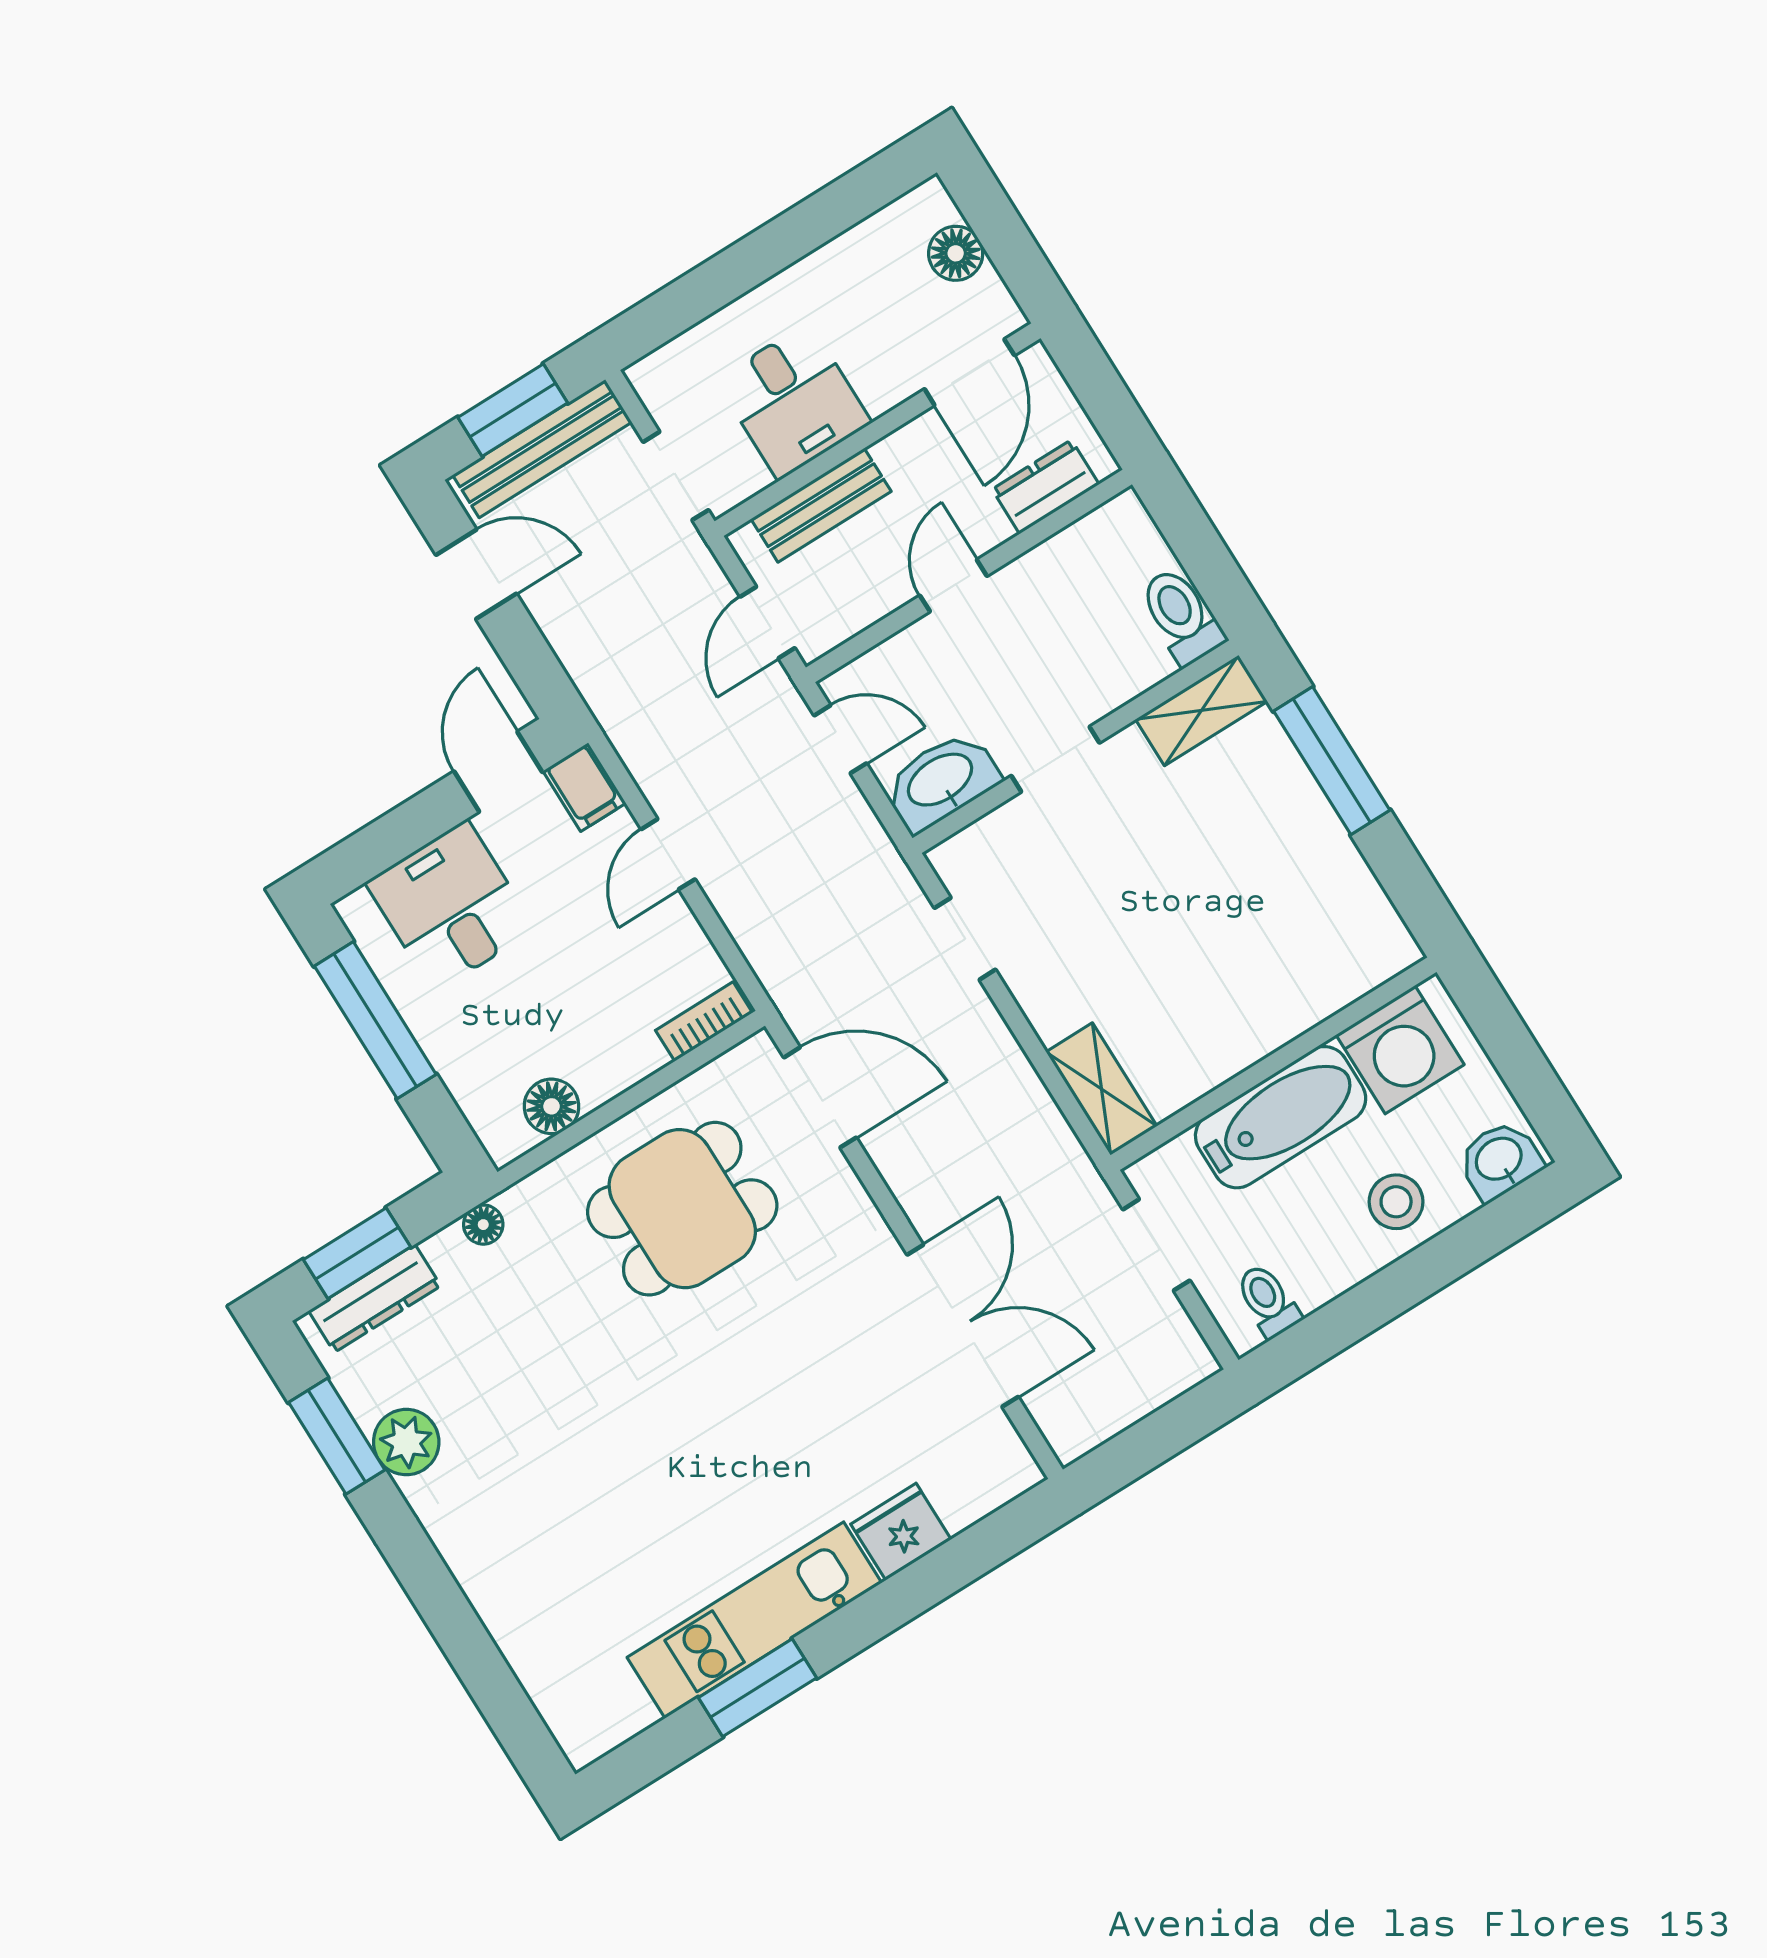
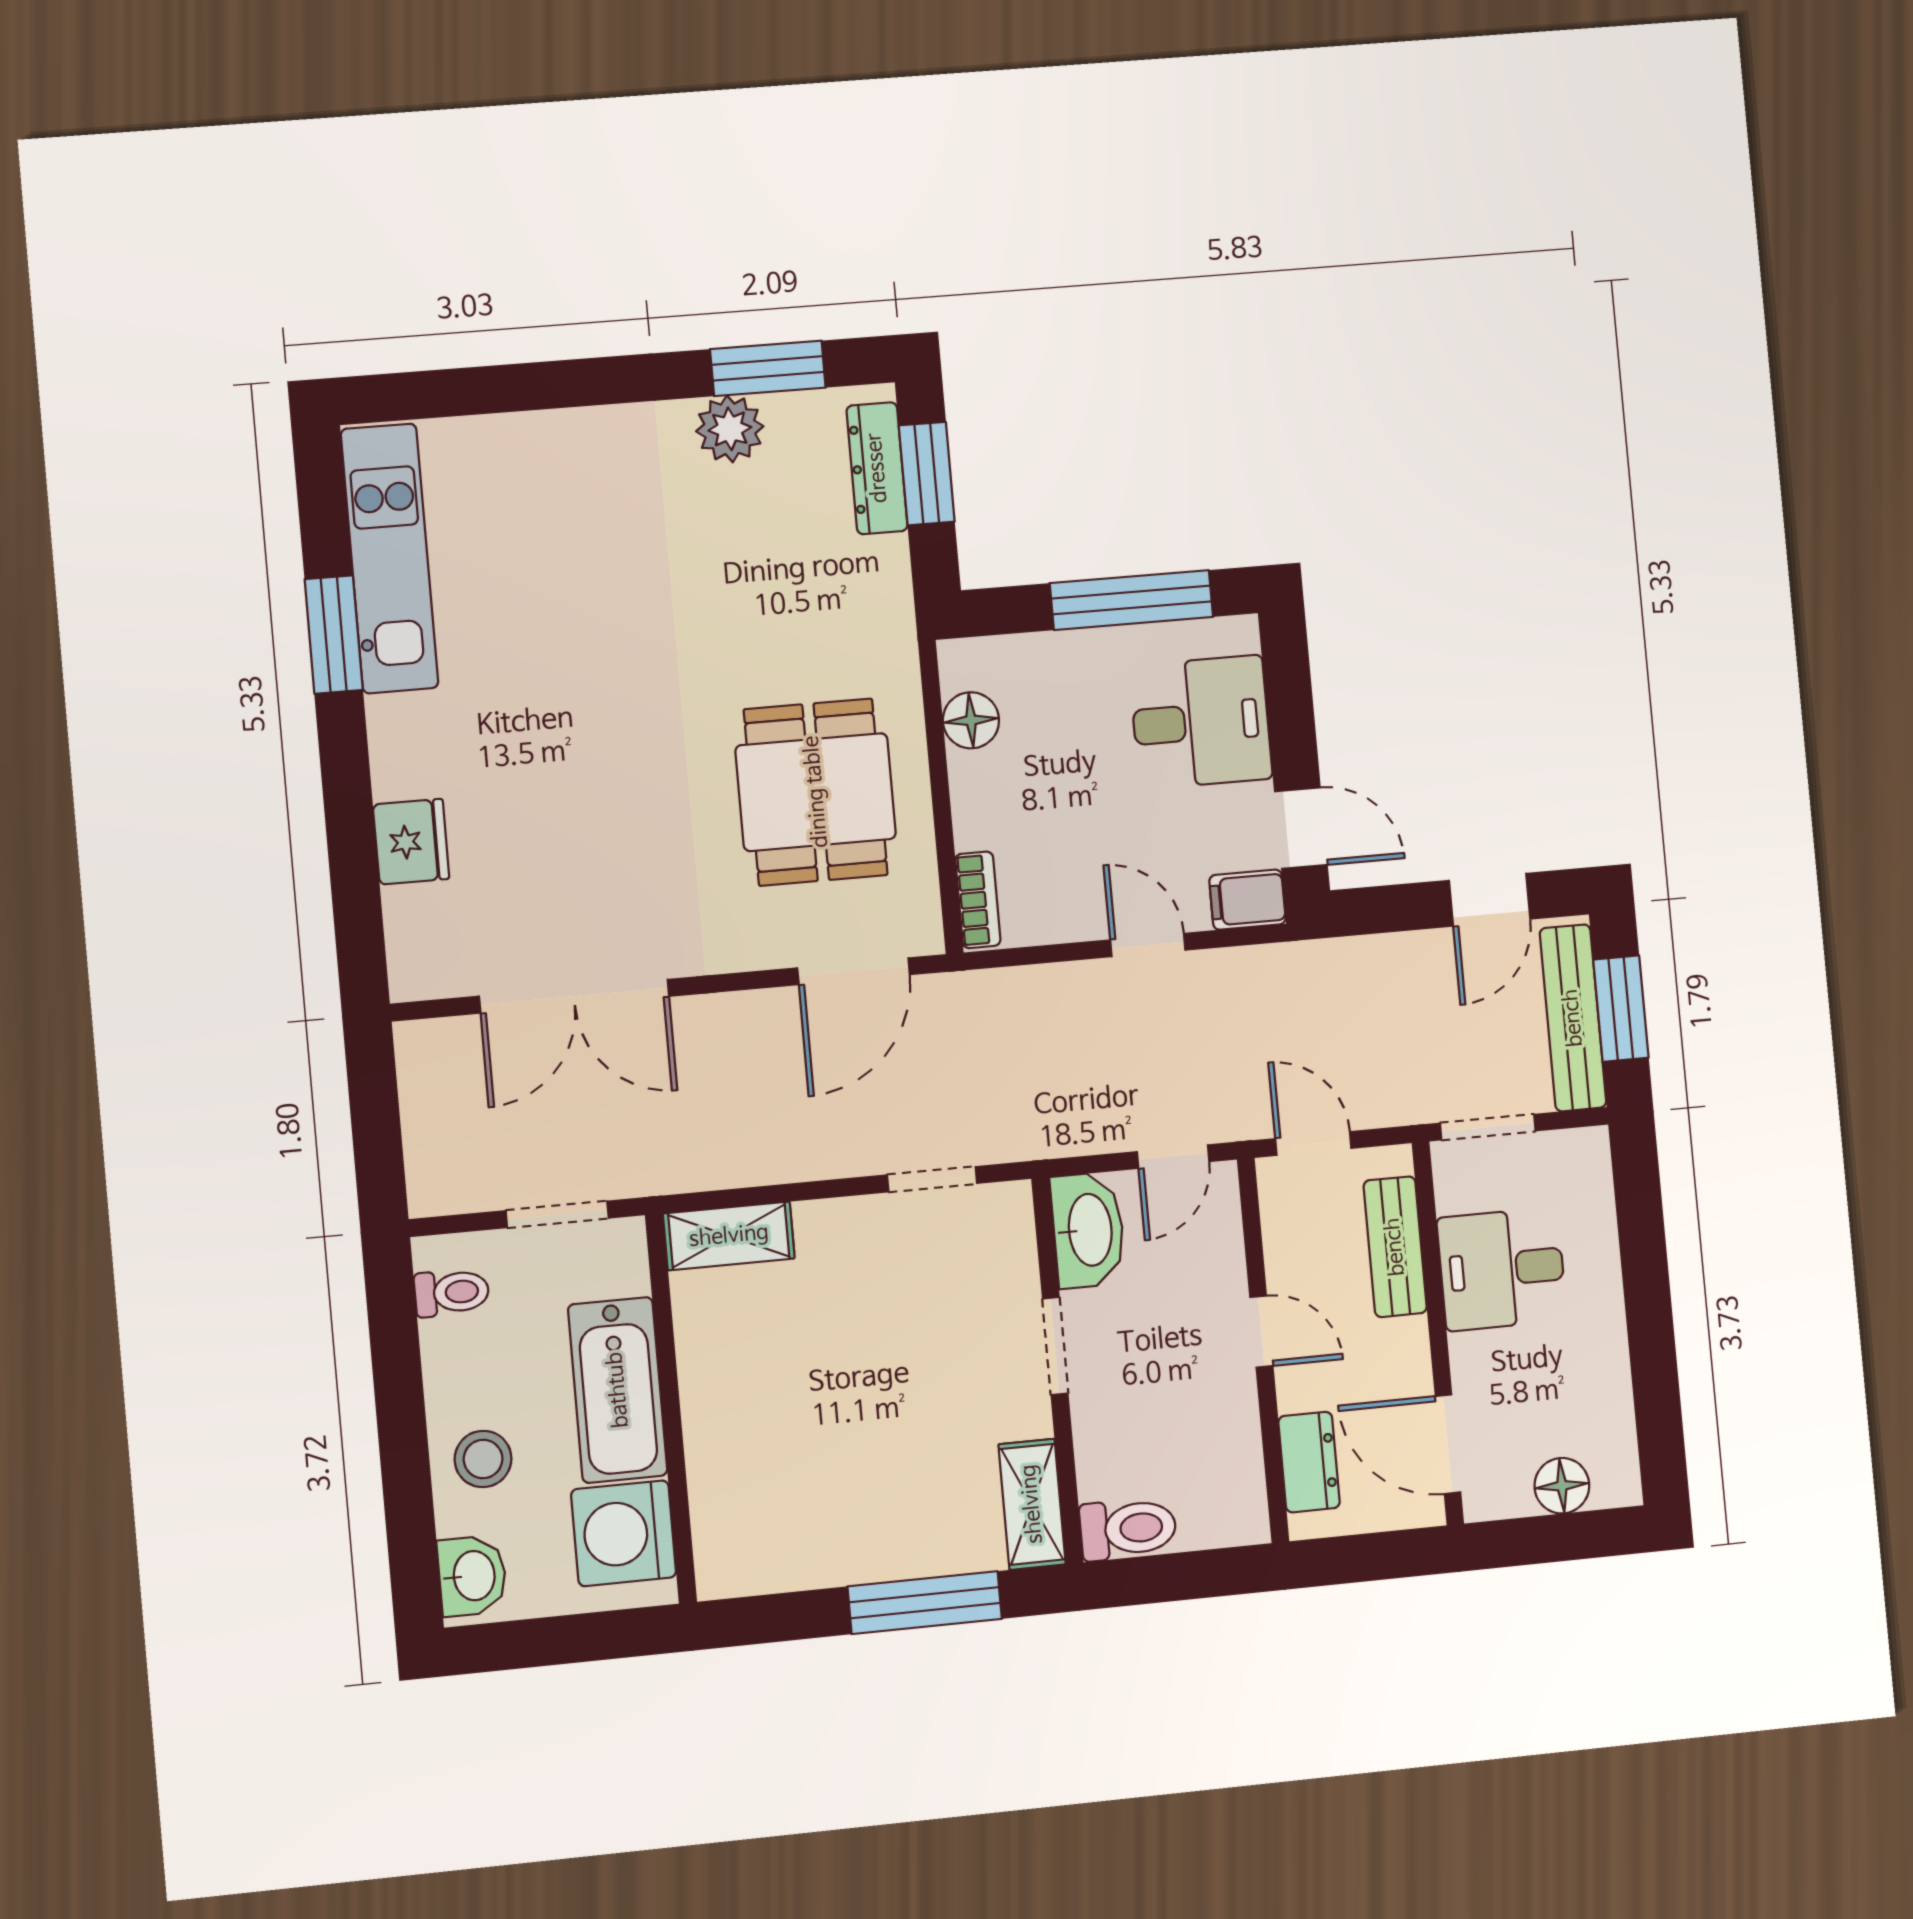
floor lamp: (483, 1225) -> (894, 602), removed
kitchen unit: (754, 1620) -> (389, 558), moved

